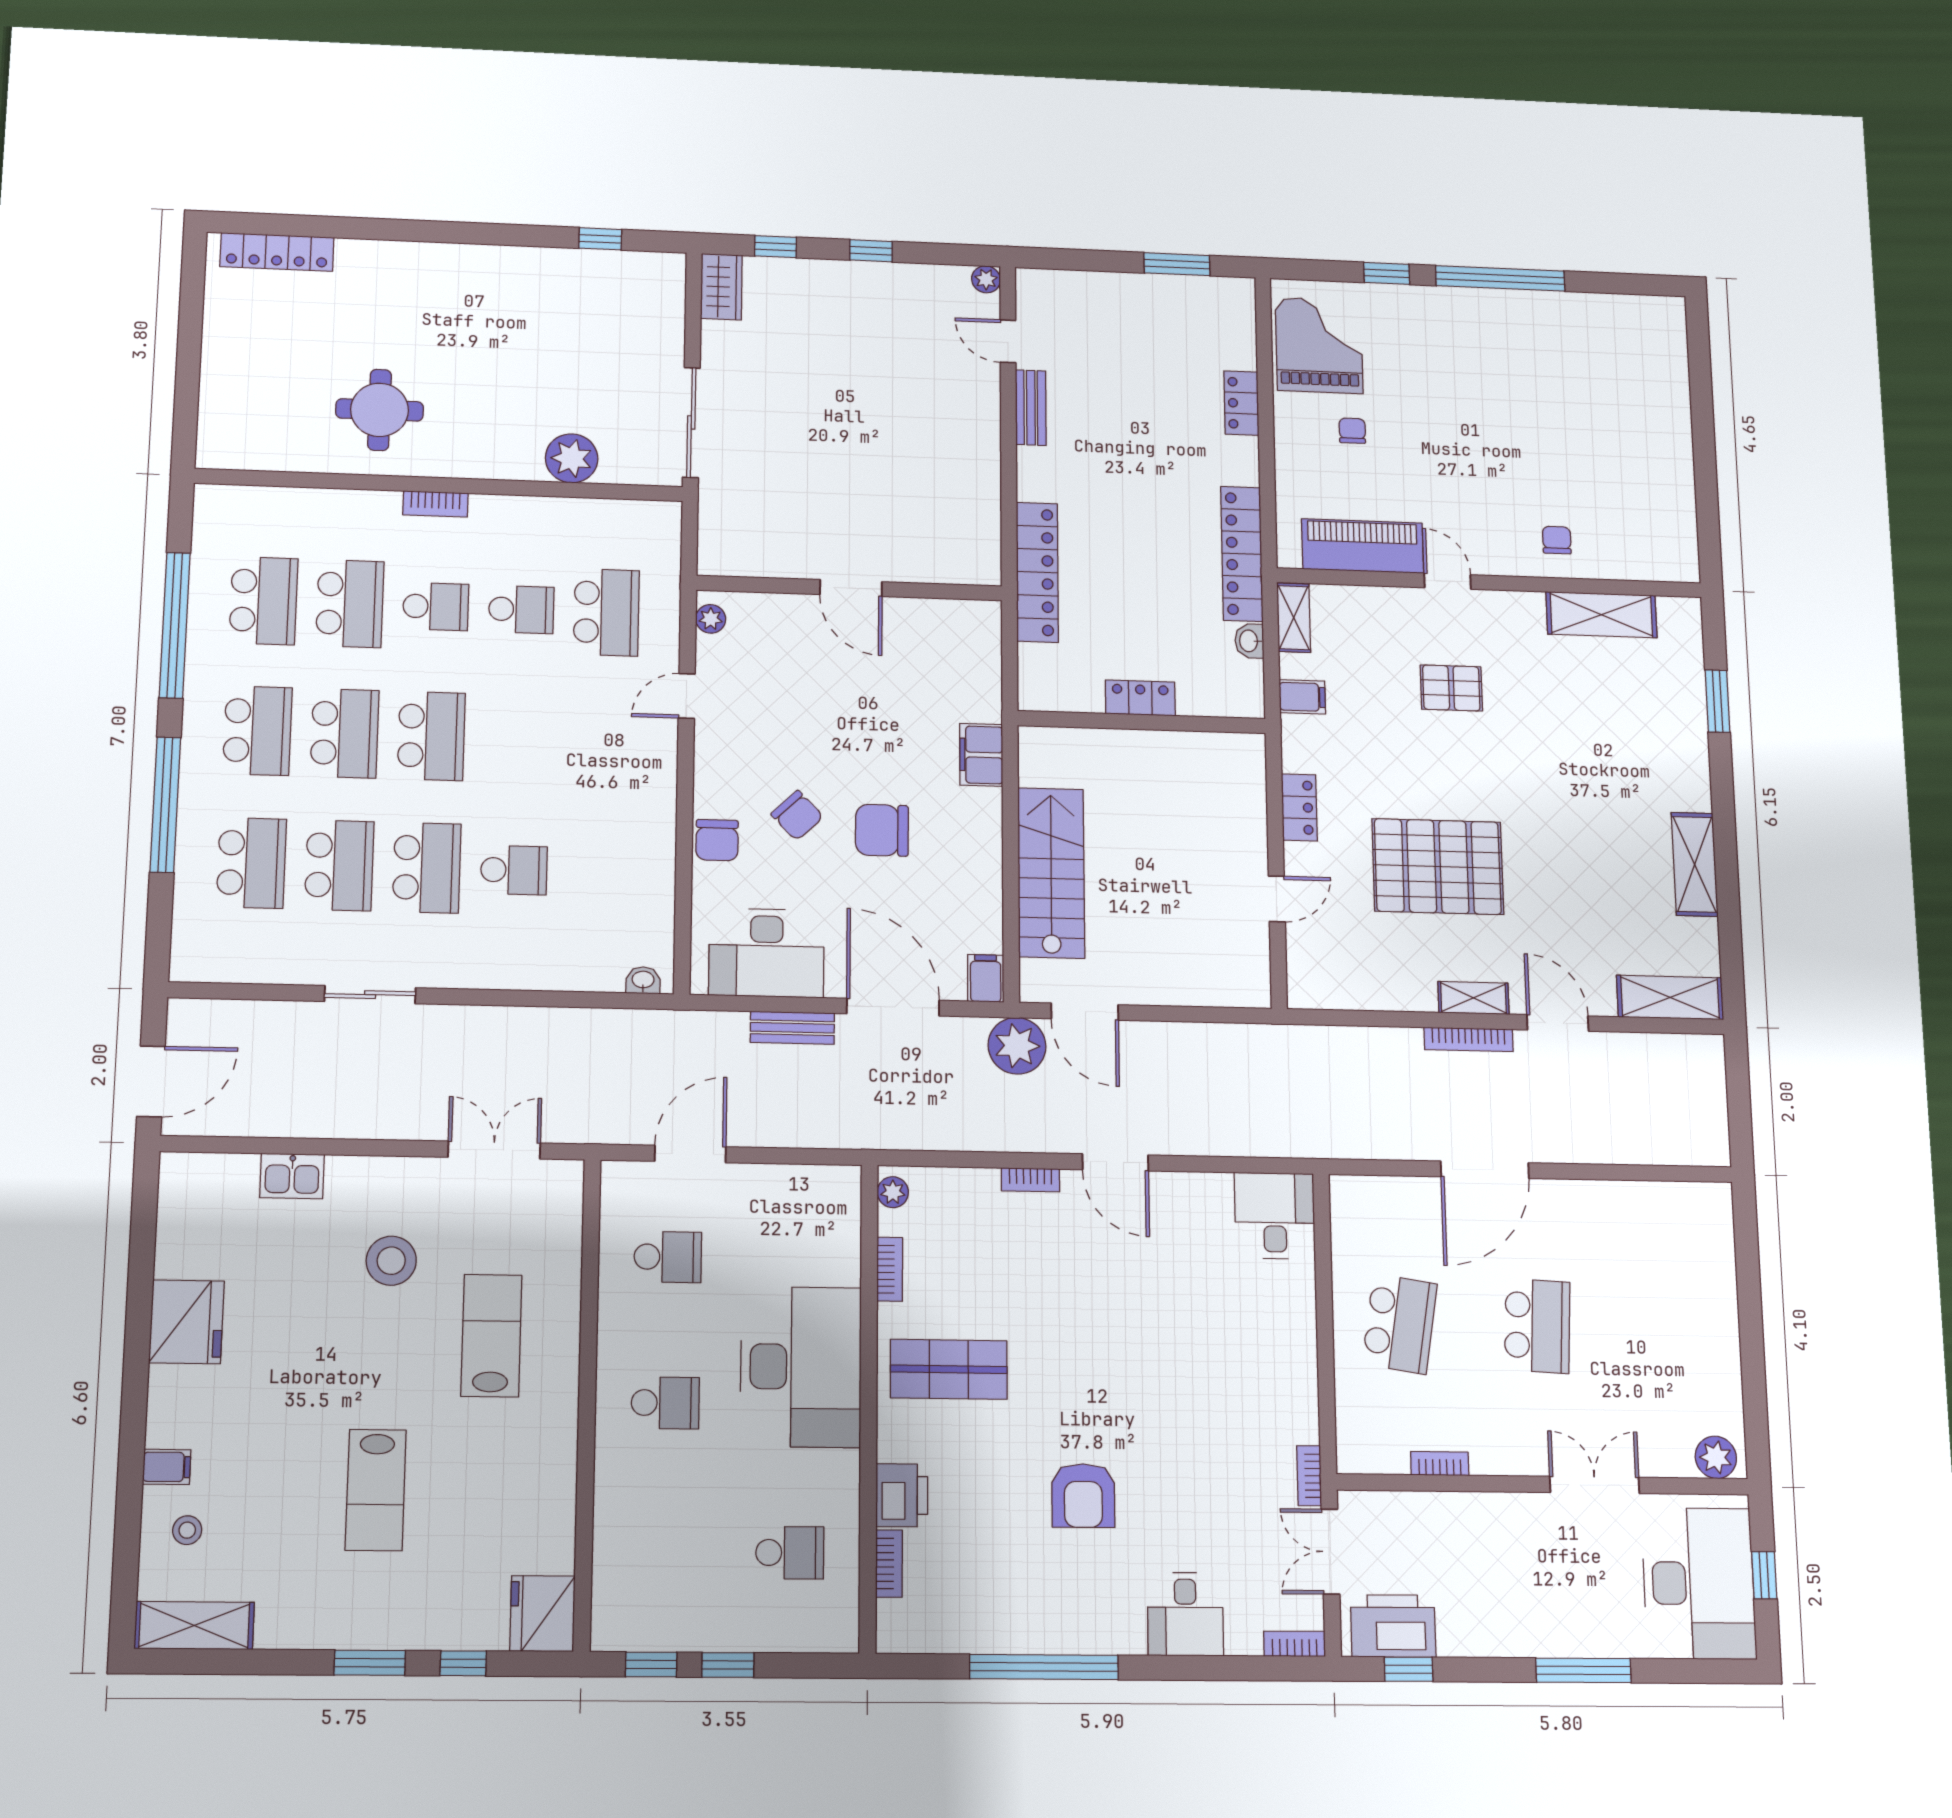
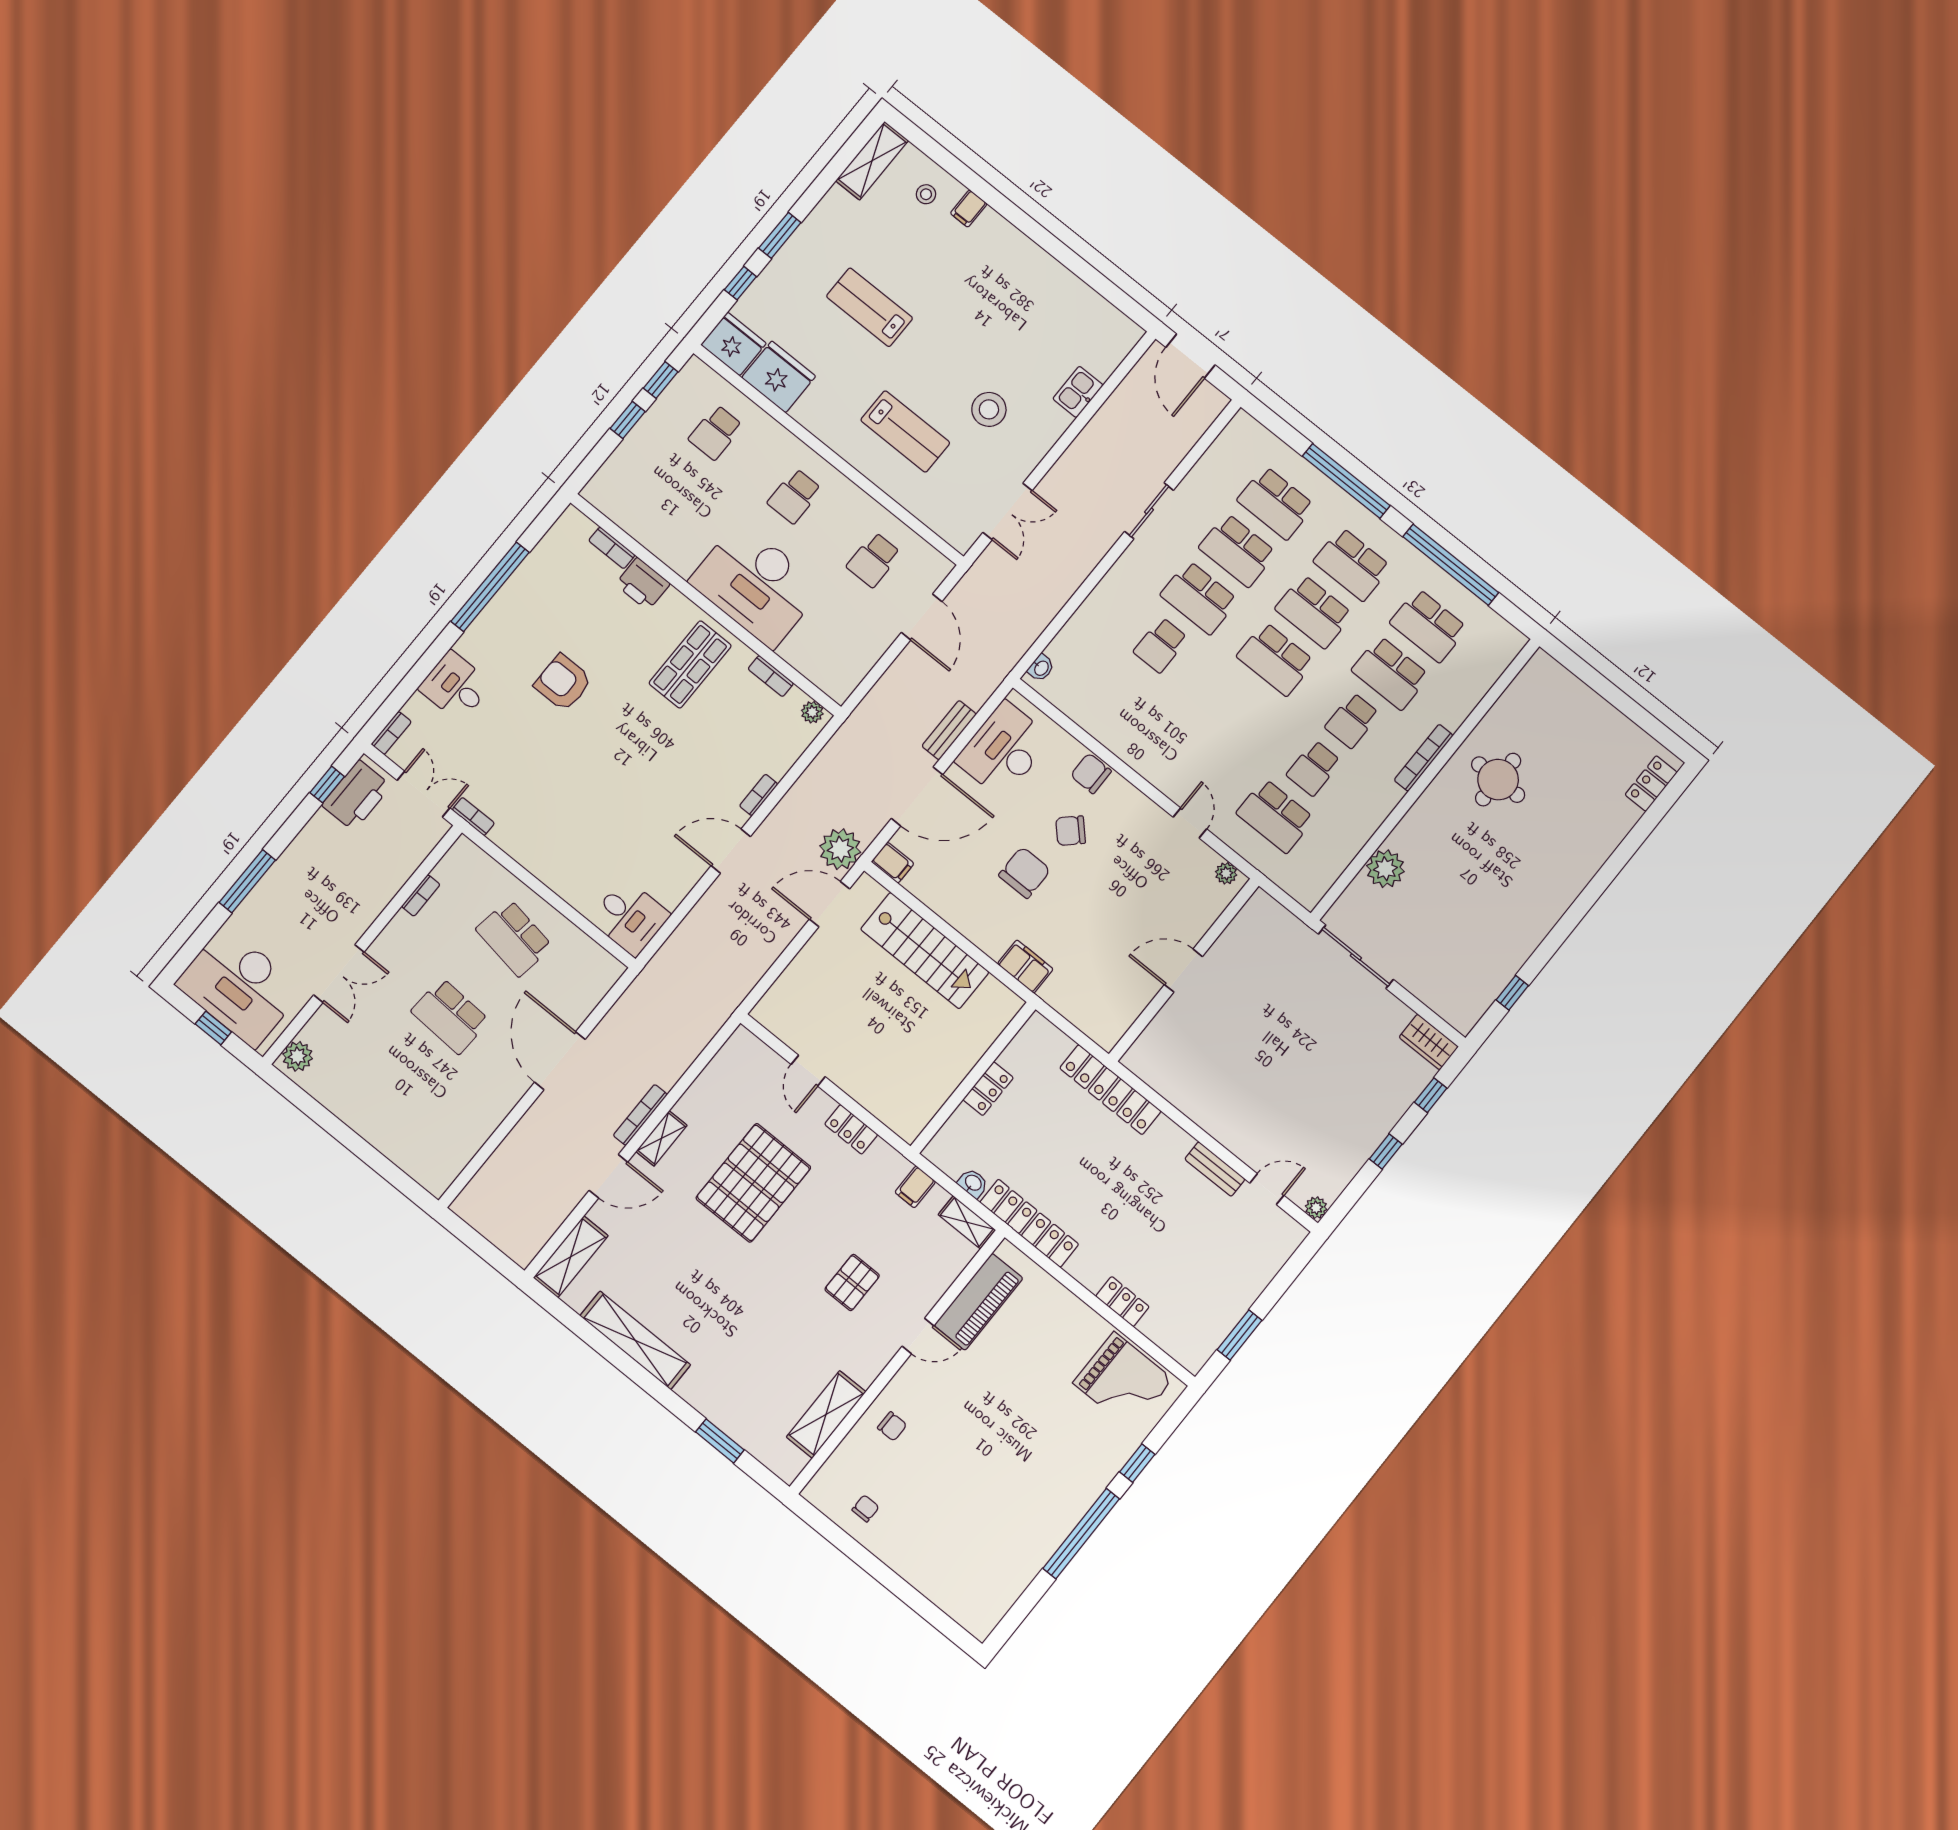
locker: (277, 252) -> (1651, 783), width x0.66
chair: (1352, 431) -> (865, 1508), moved, turned -90
bookcase: (435, 504) -> (1424, 758), width x1.56
shelving: (1695, 864) -> (635, 1340), width x1.47
fridge: (187, 1322) -> (779, 377), moved, turned 180
school desk: (790, 1553) -> (716, 432), moved

